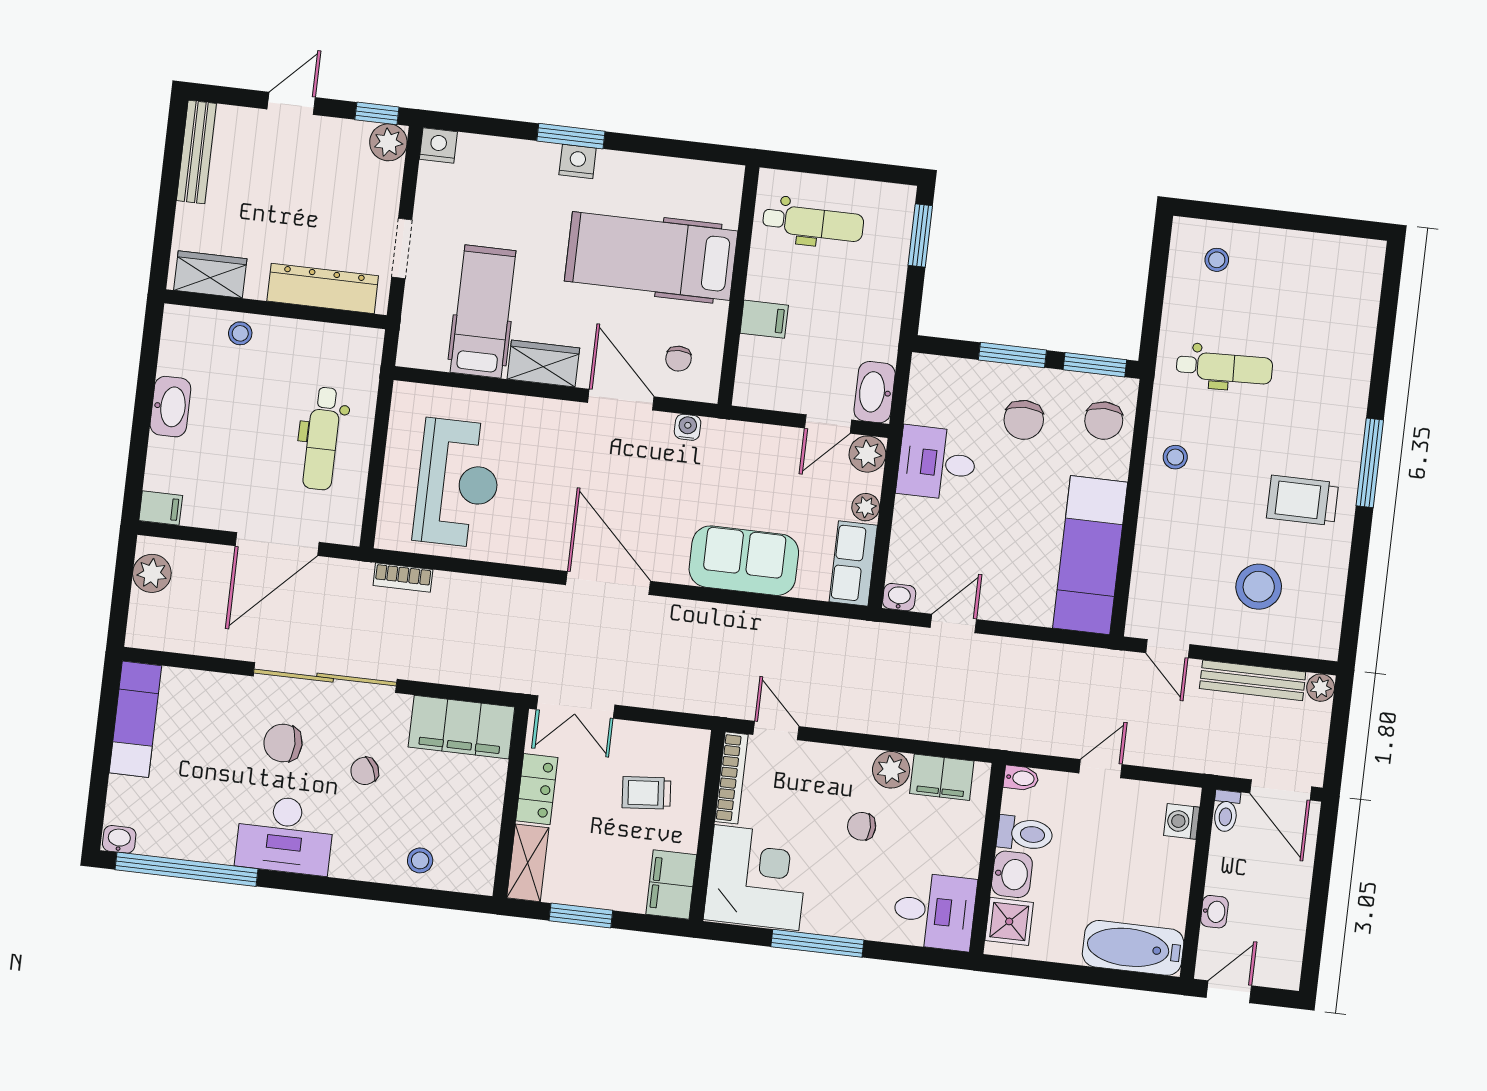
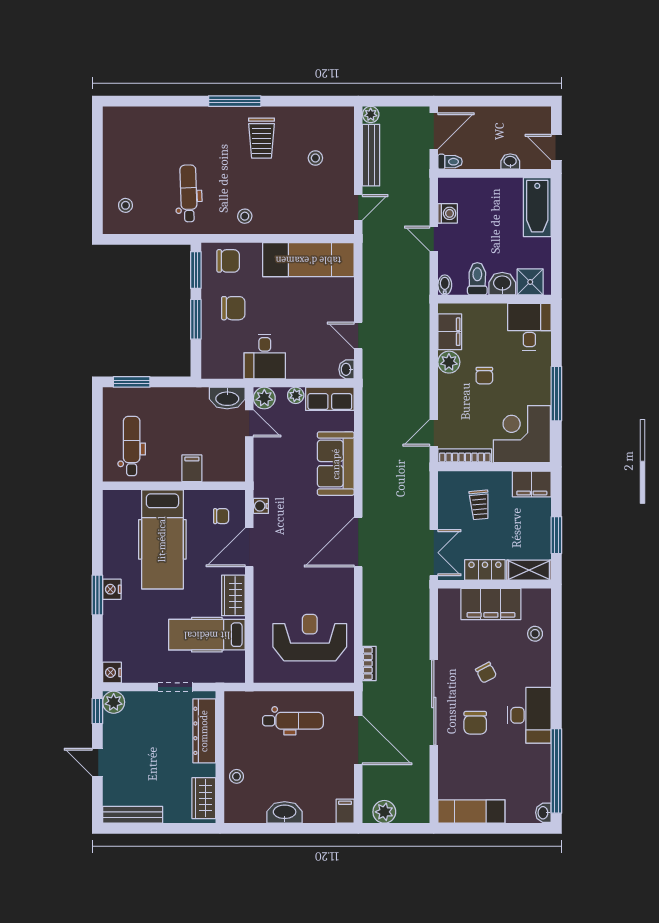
stool: (1259, 587) -> (315, 158), width x0.53, depth x0.53
filing cabinet: (461, 727) -> (491, 604), moved, turned 90
washing machine: (1182, 821) -> (448, 213), moved, turned -90

